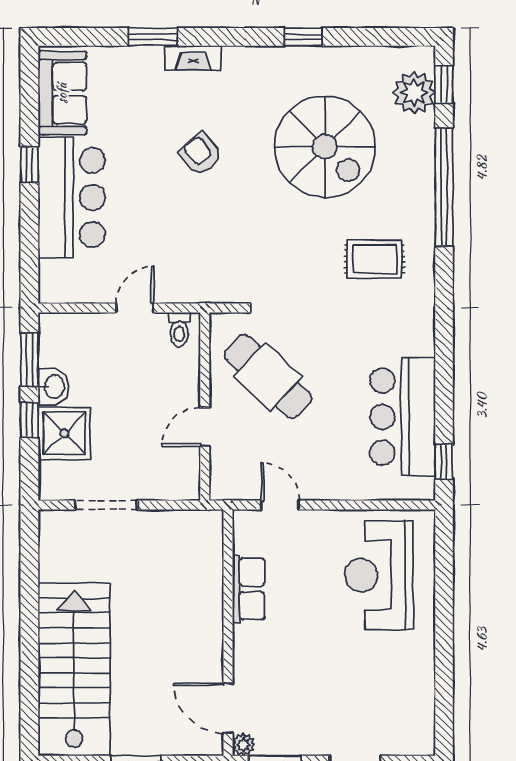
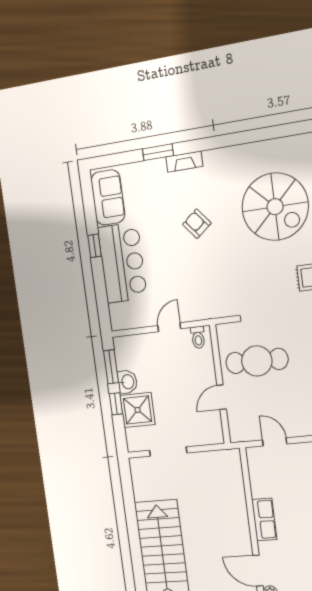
window: (303, 37) -> (252, 136), removed
cafe table: (268, 376) -> (257, 361), turned -42
row of seats: (248, 589) -> (264, 519), moved

